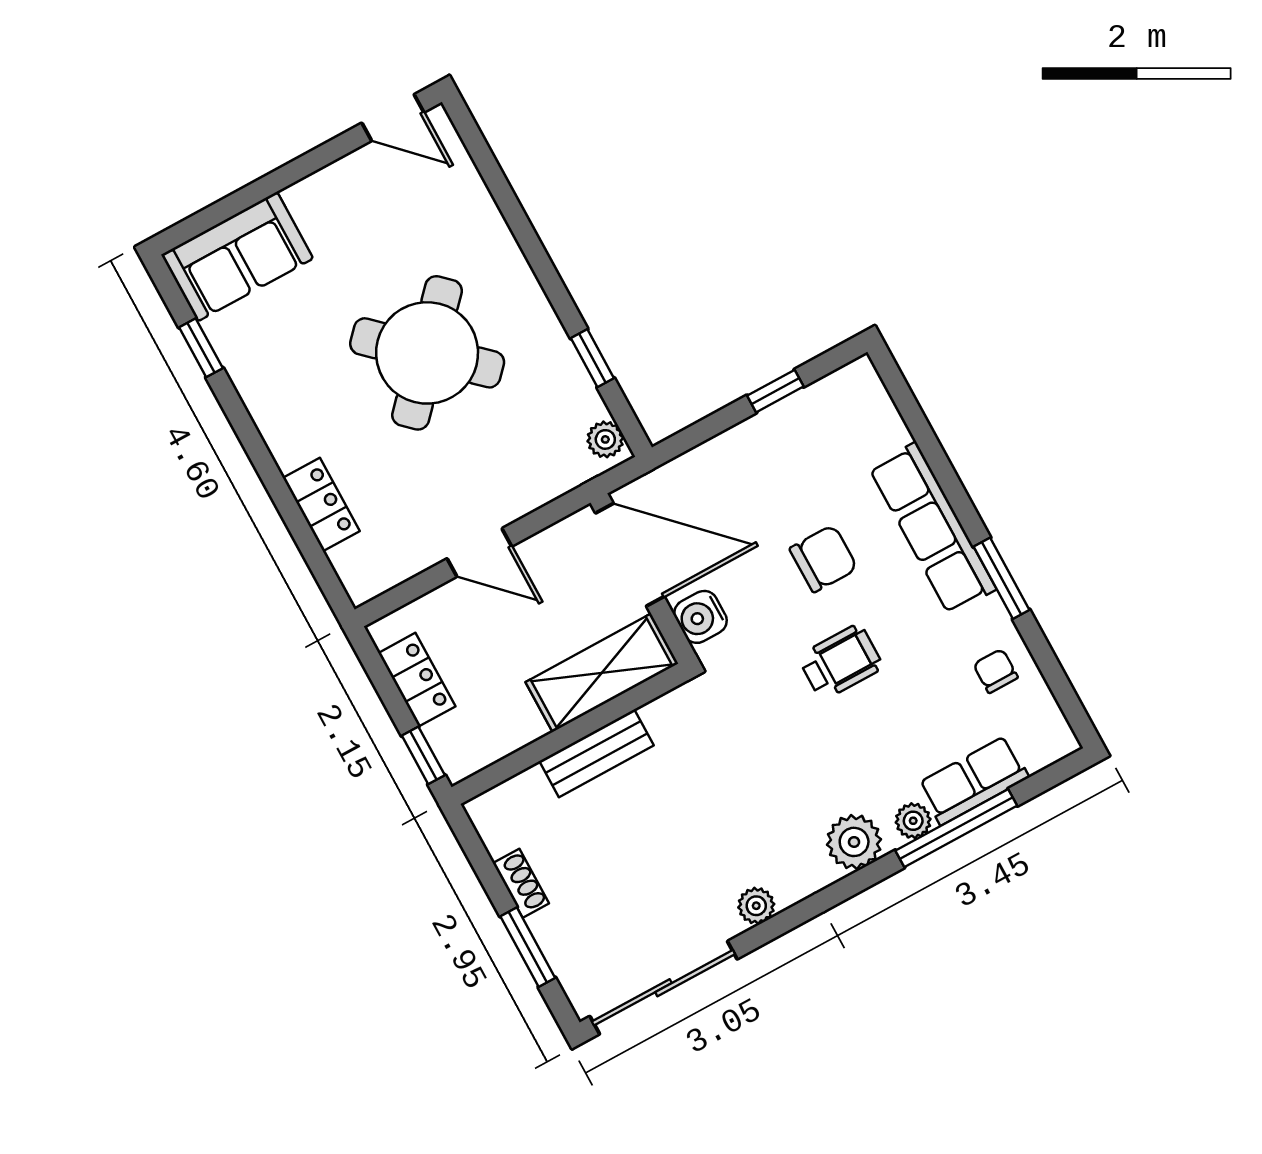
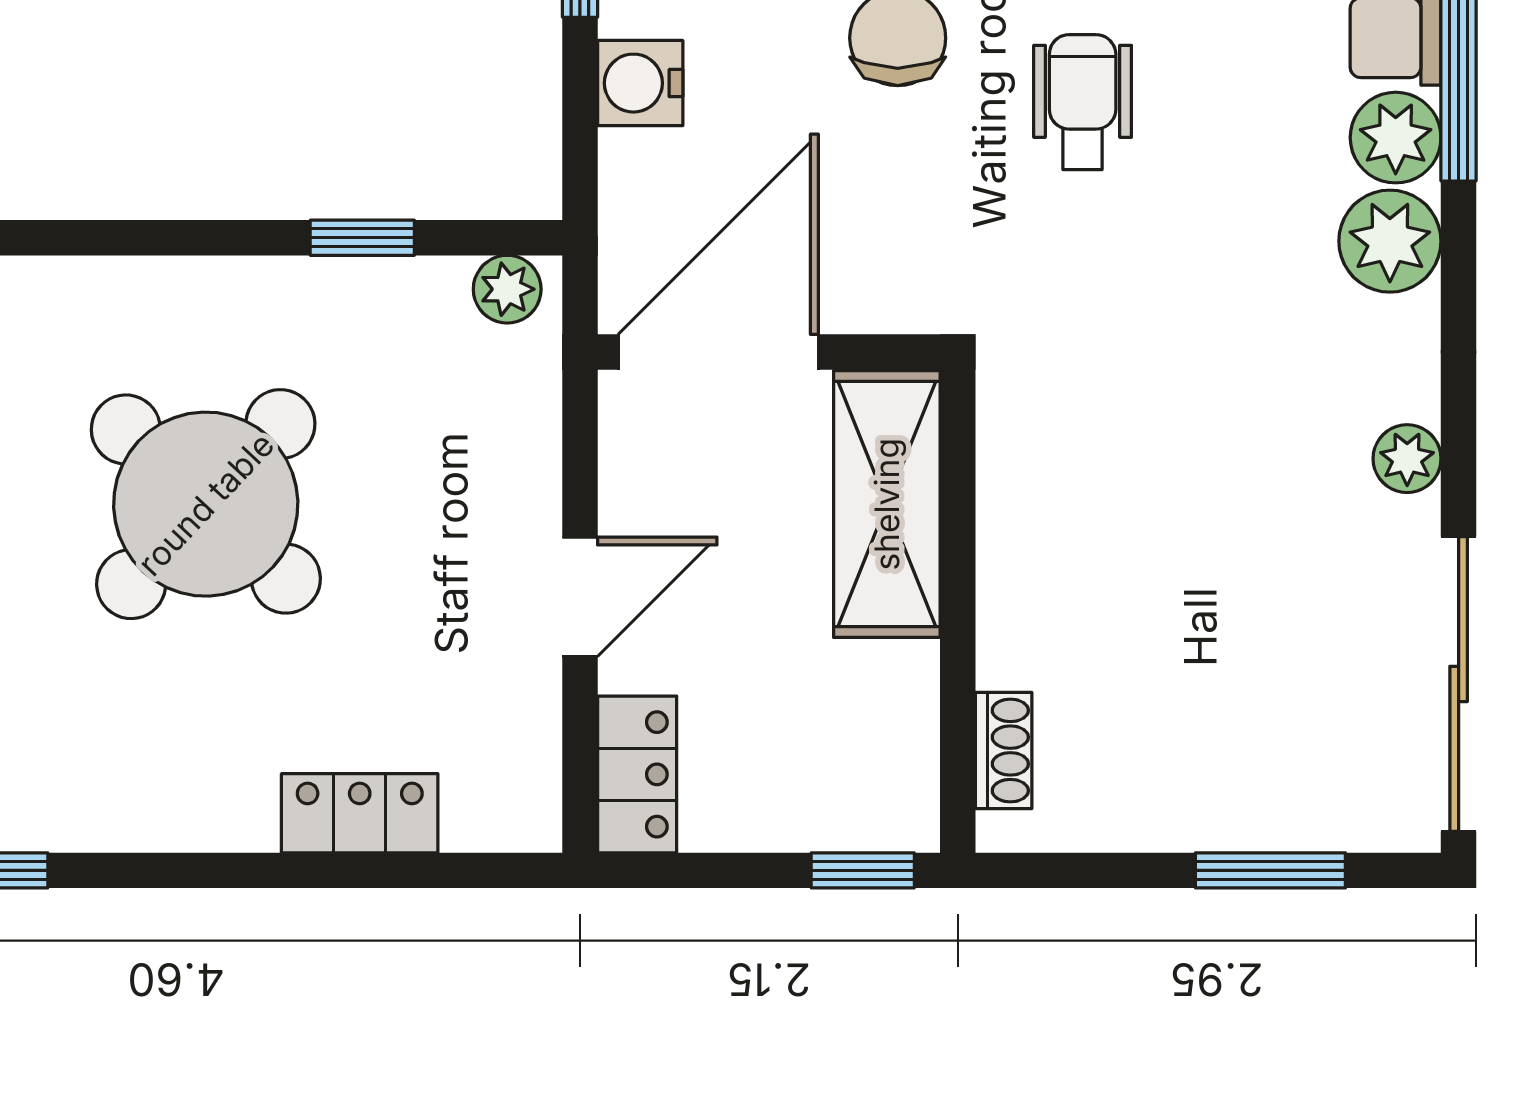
water cooler: (700, 617) -> (640, 83), moved, turned 90
locker: (417, 680) -> (637, 774), moved, turned 90
bench: (597, 753) -> (1014, 584), removed
plant: (913, 821) -> (1396, 138), width x1.38, depth x1.38
shoe rack: (521, 883) -> (1004, 751), moved, turned 90

